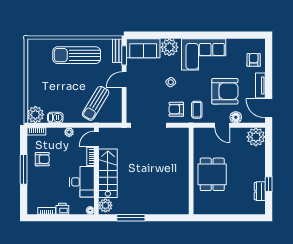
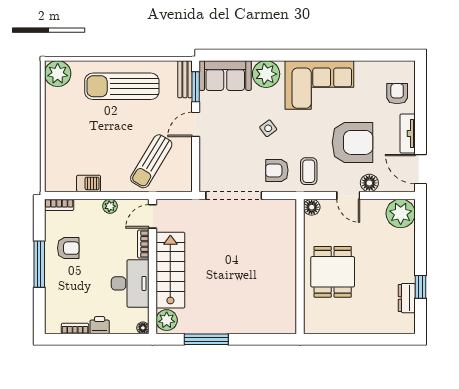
plant: (35, 115) -> (58, 74), moved
floor lamp: (199, 133) -> (312, 207), added

